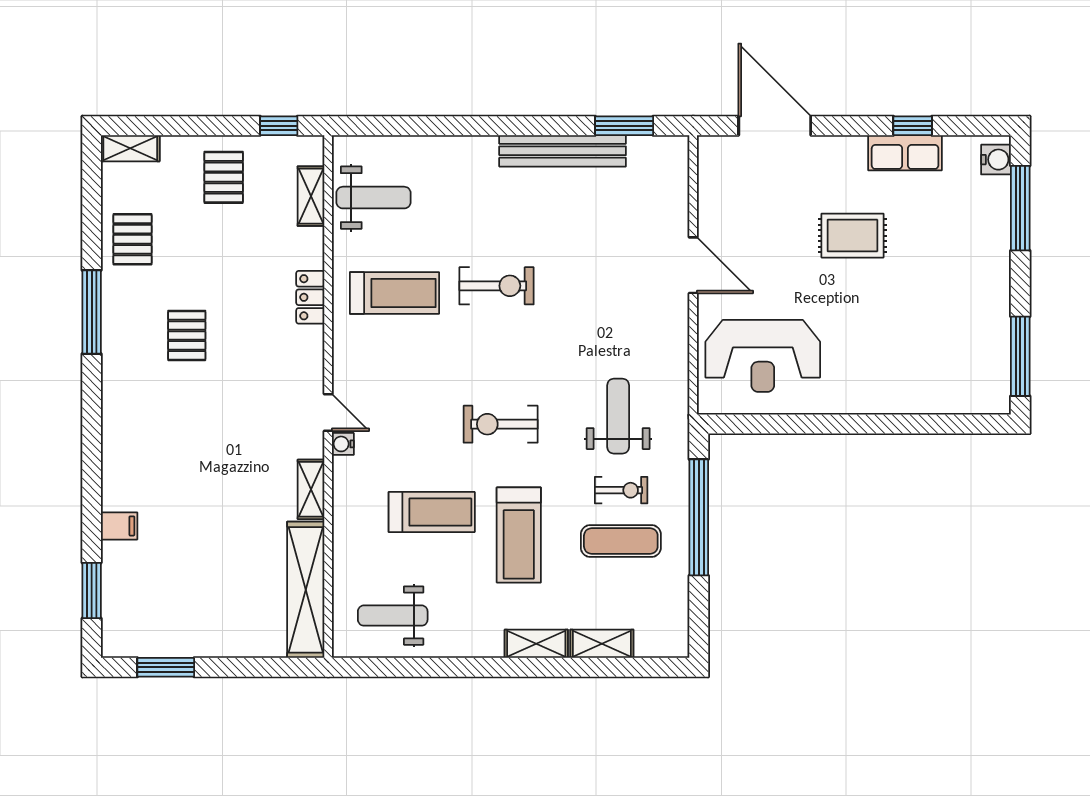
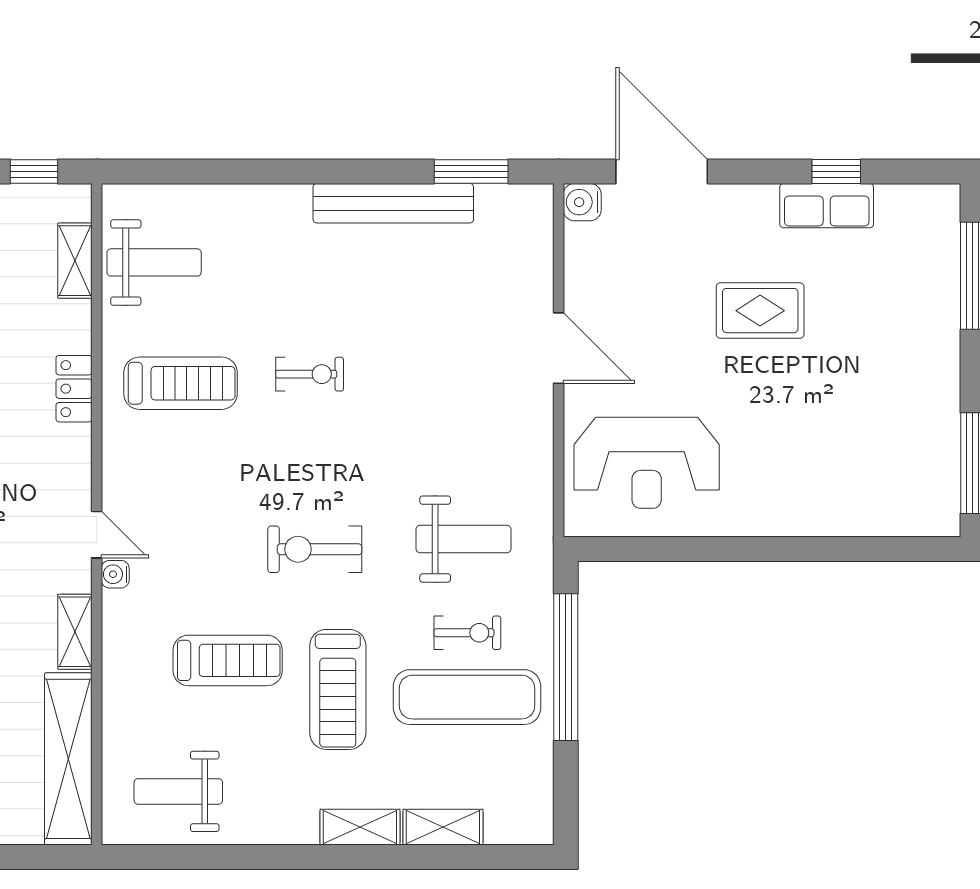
water cooler: (996, 160) -> (582, 202), moved, turned 180
exercise bike: (496, 286) -> (310, 374), width x0.73, depth x0.72
weight bench: (618, 416) -> (464, 539), turned 90
exercise mat: (621, 541) -> (467, 697), width x1.36, depth x1.45

